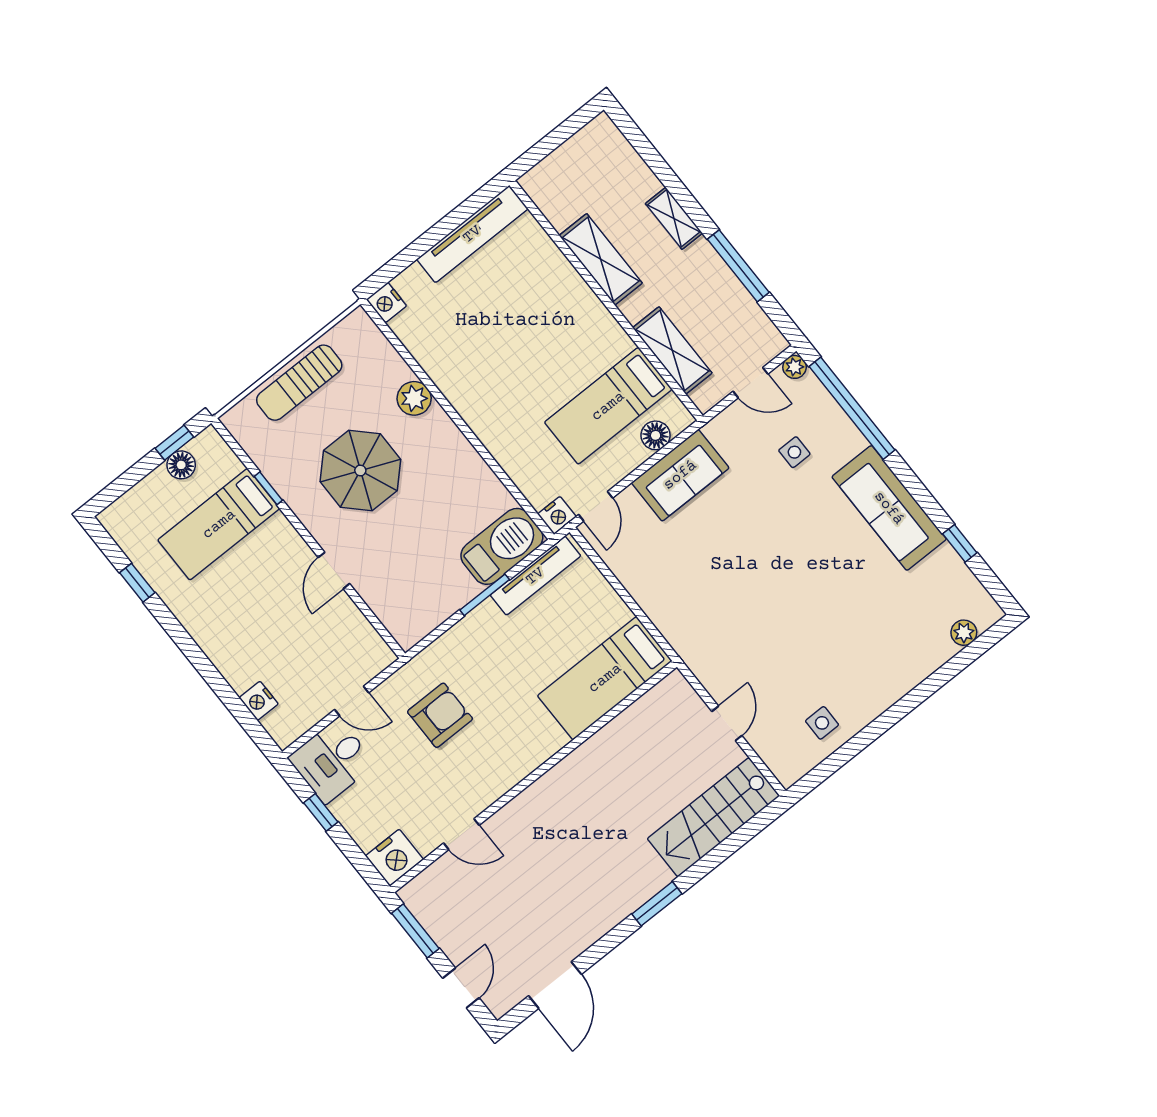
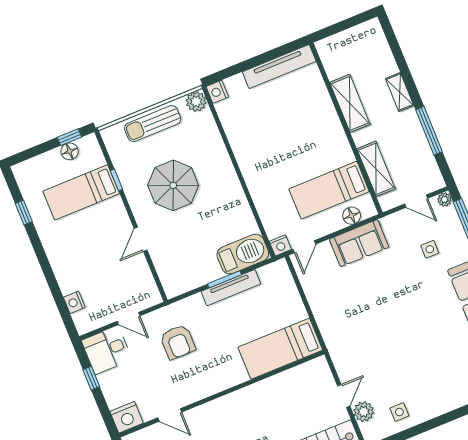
plant: (414, 398) -> (196, 102), moved
tv unit: (535, 576) -> (231, 288), moved
armchair: (440, 715) -> (178, 342), turned 90
plant: (765, 739) -> (364, 412), added

